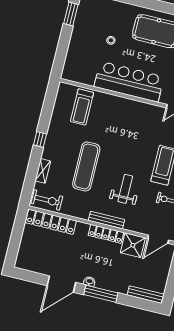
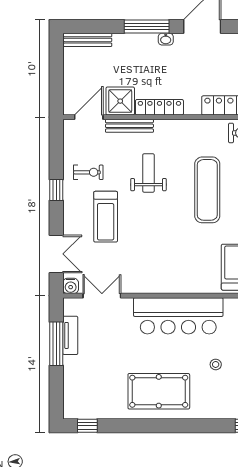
weight bench: (125, 189) -> (148, 173), turned 180
bench: (107, 220) -> (129, 126), moved

